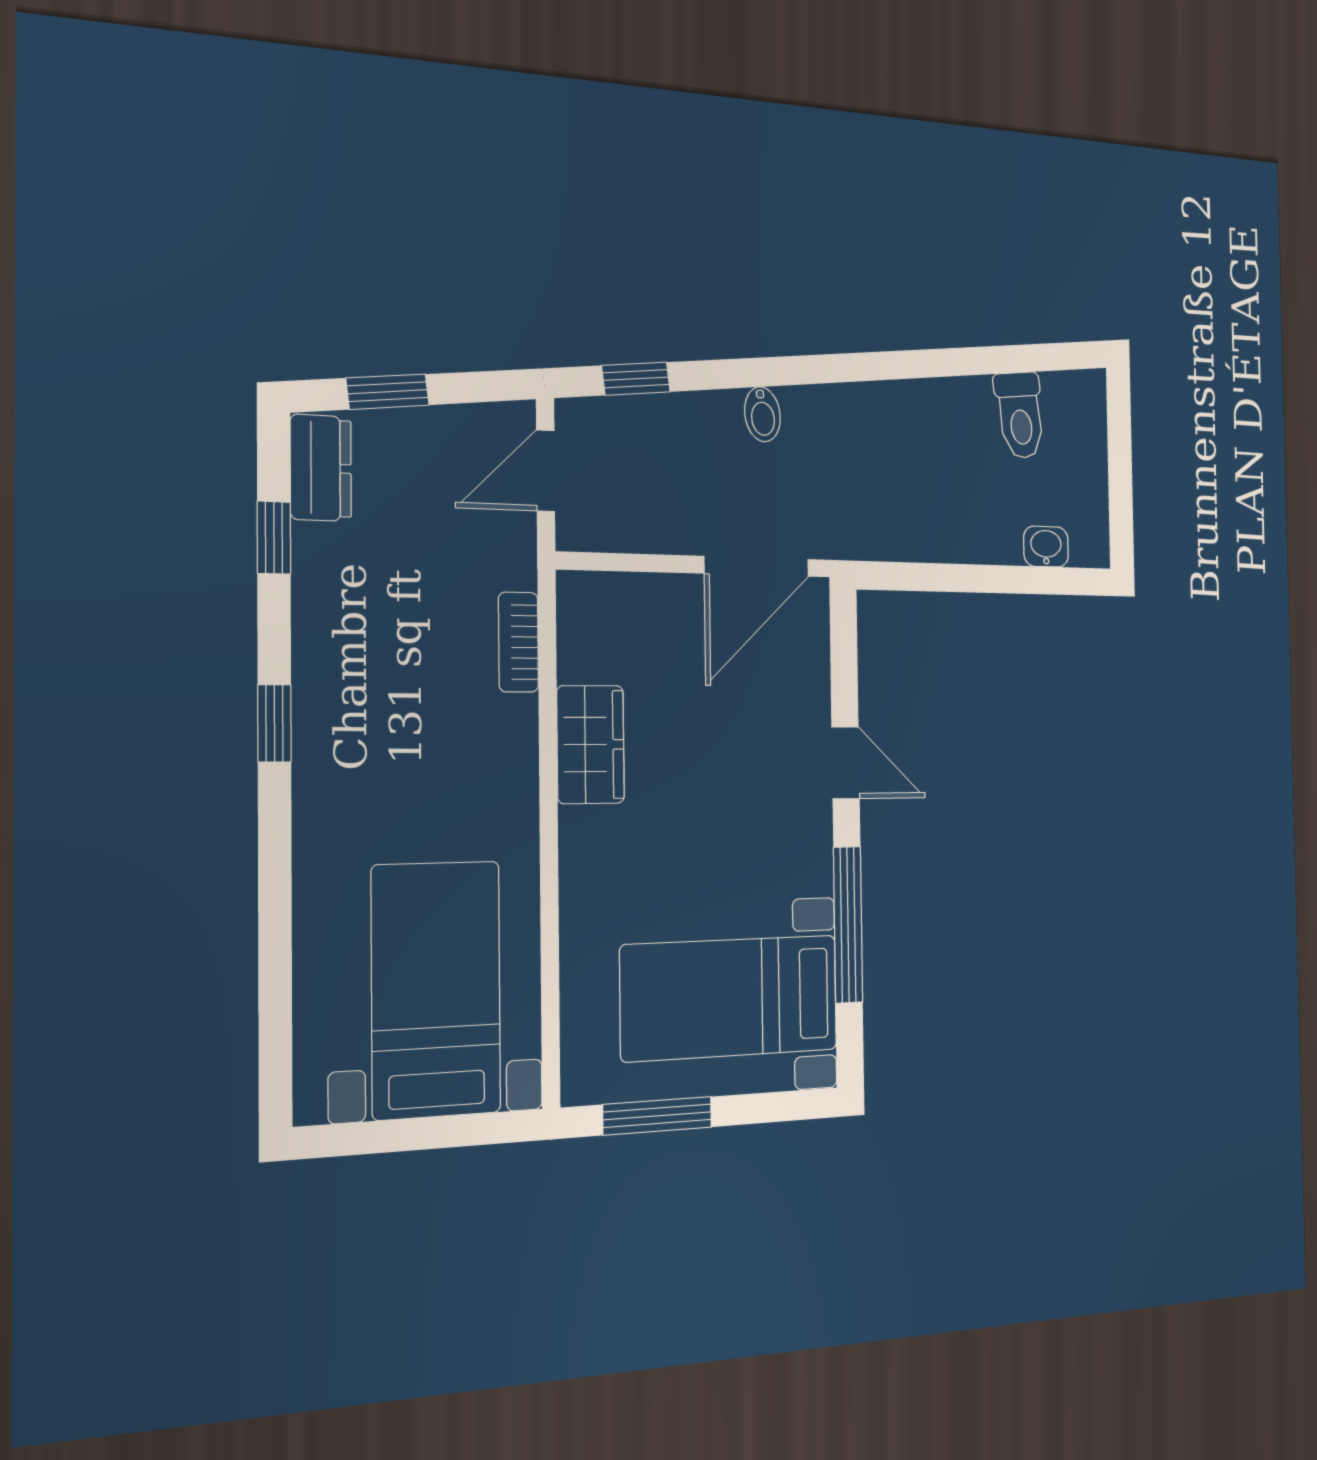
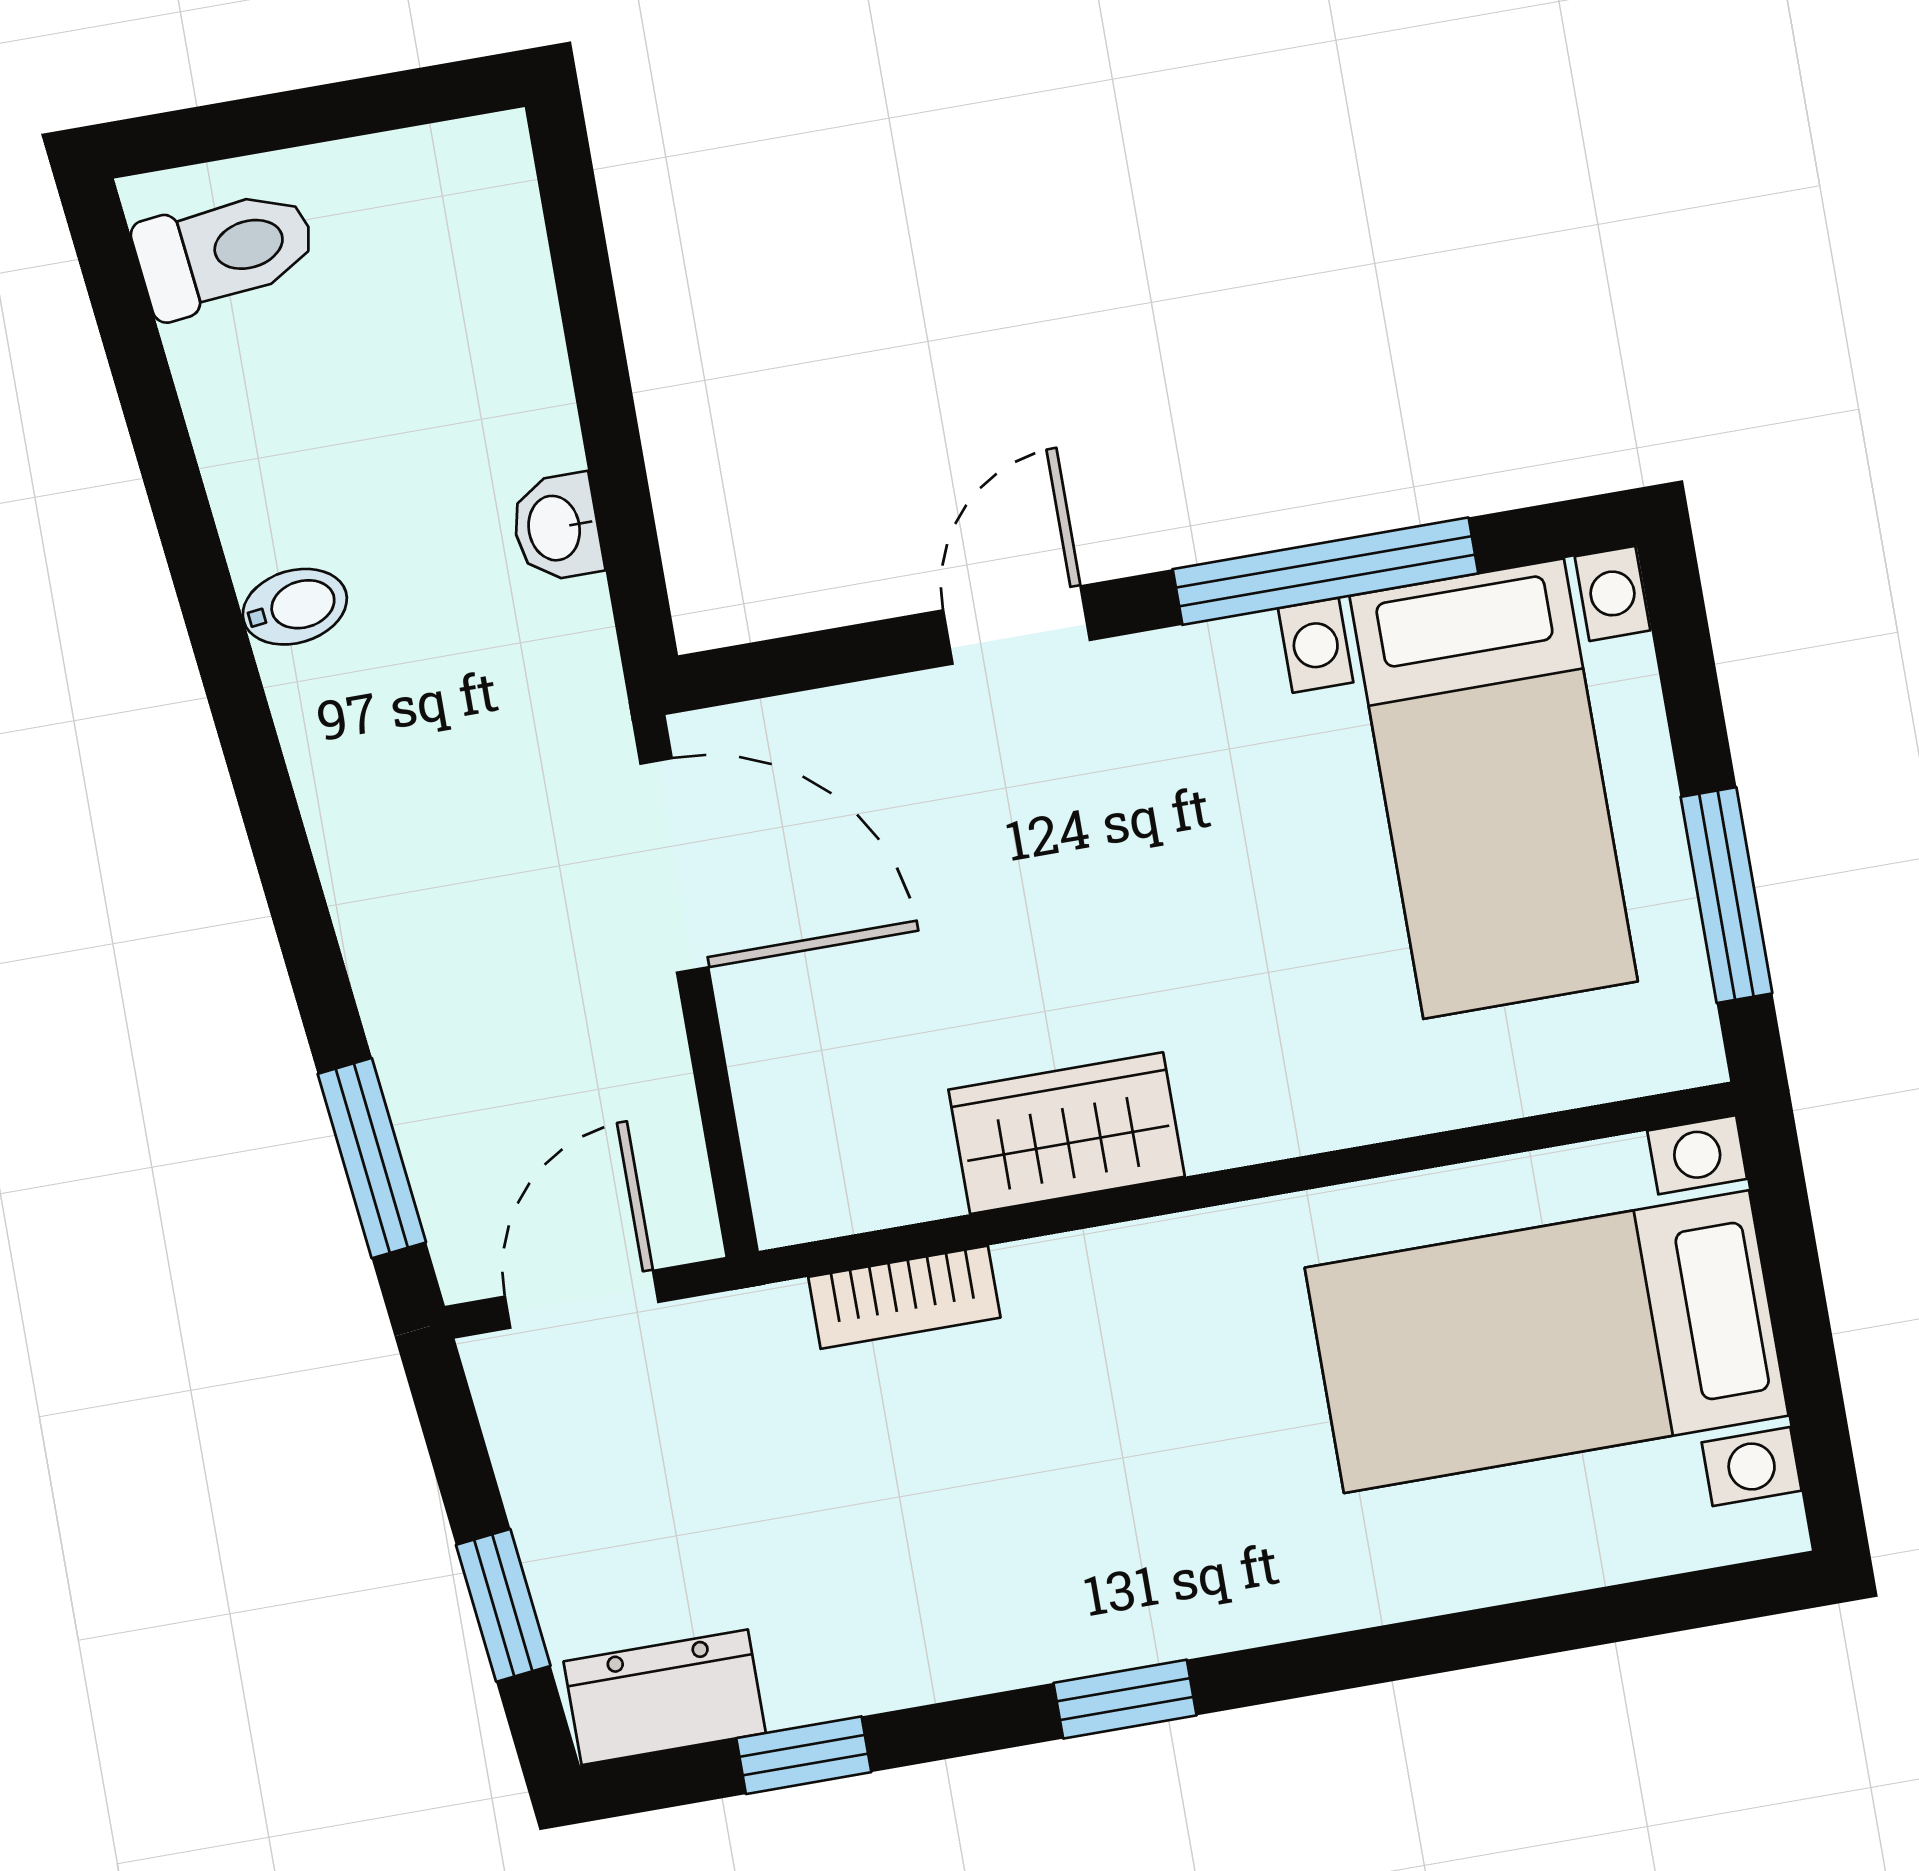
window: (636, 379) -> (372, 1158), width x1.50
bidet: (762, 414) -> (295, 607), moved
toilet: (1020, 415) -> (225, 251), moved
door: (546, 471) -> (582, 1299), swing flipped
washbasin: (1046, 547) -> (557, 528), moved

